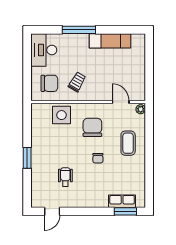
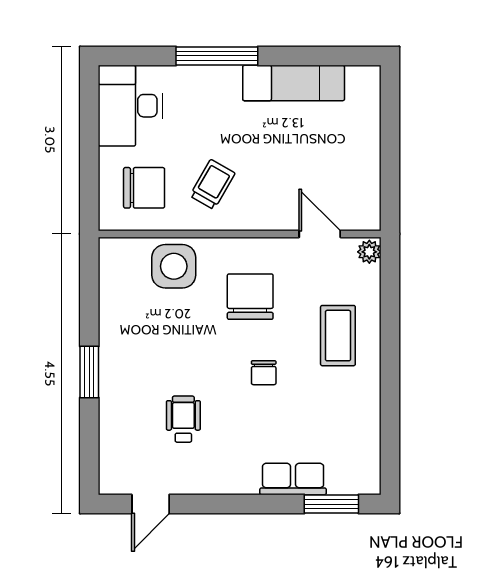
row of seats: (122, 201) -> (293, 479), moved

